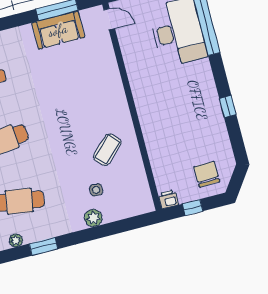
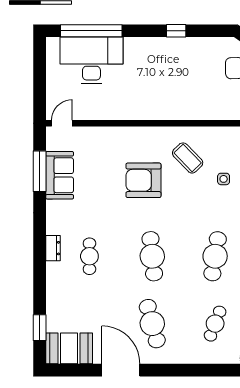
armchair: (75, 113) -> (143, 180), added

